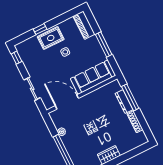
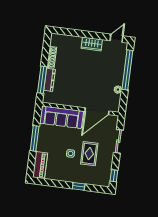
rug: (51, 38) -> (89, 154), moved, turned 90
door: (67, 102) -> (97, 111), hinge flipped

